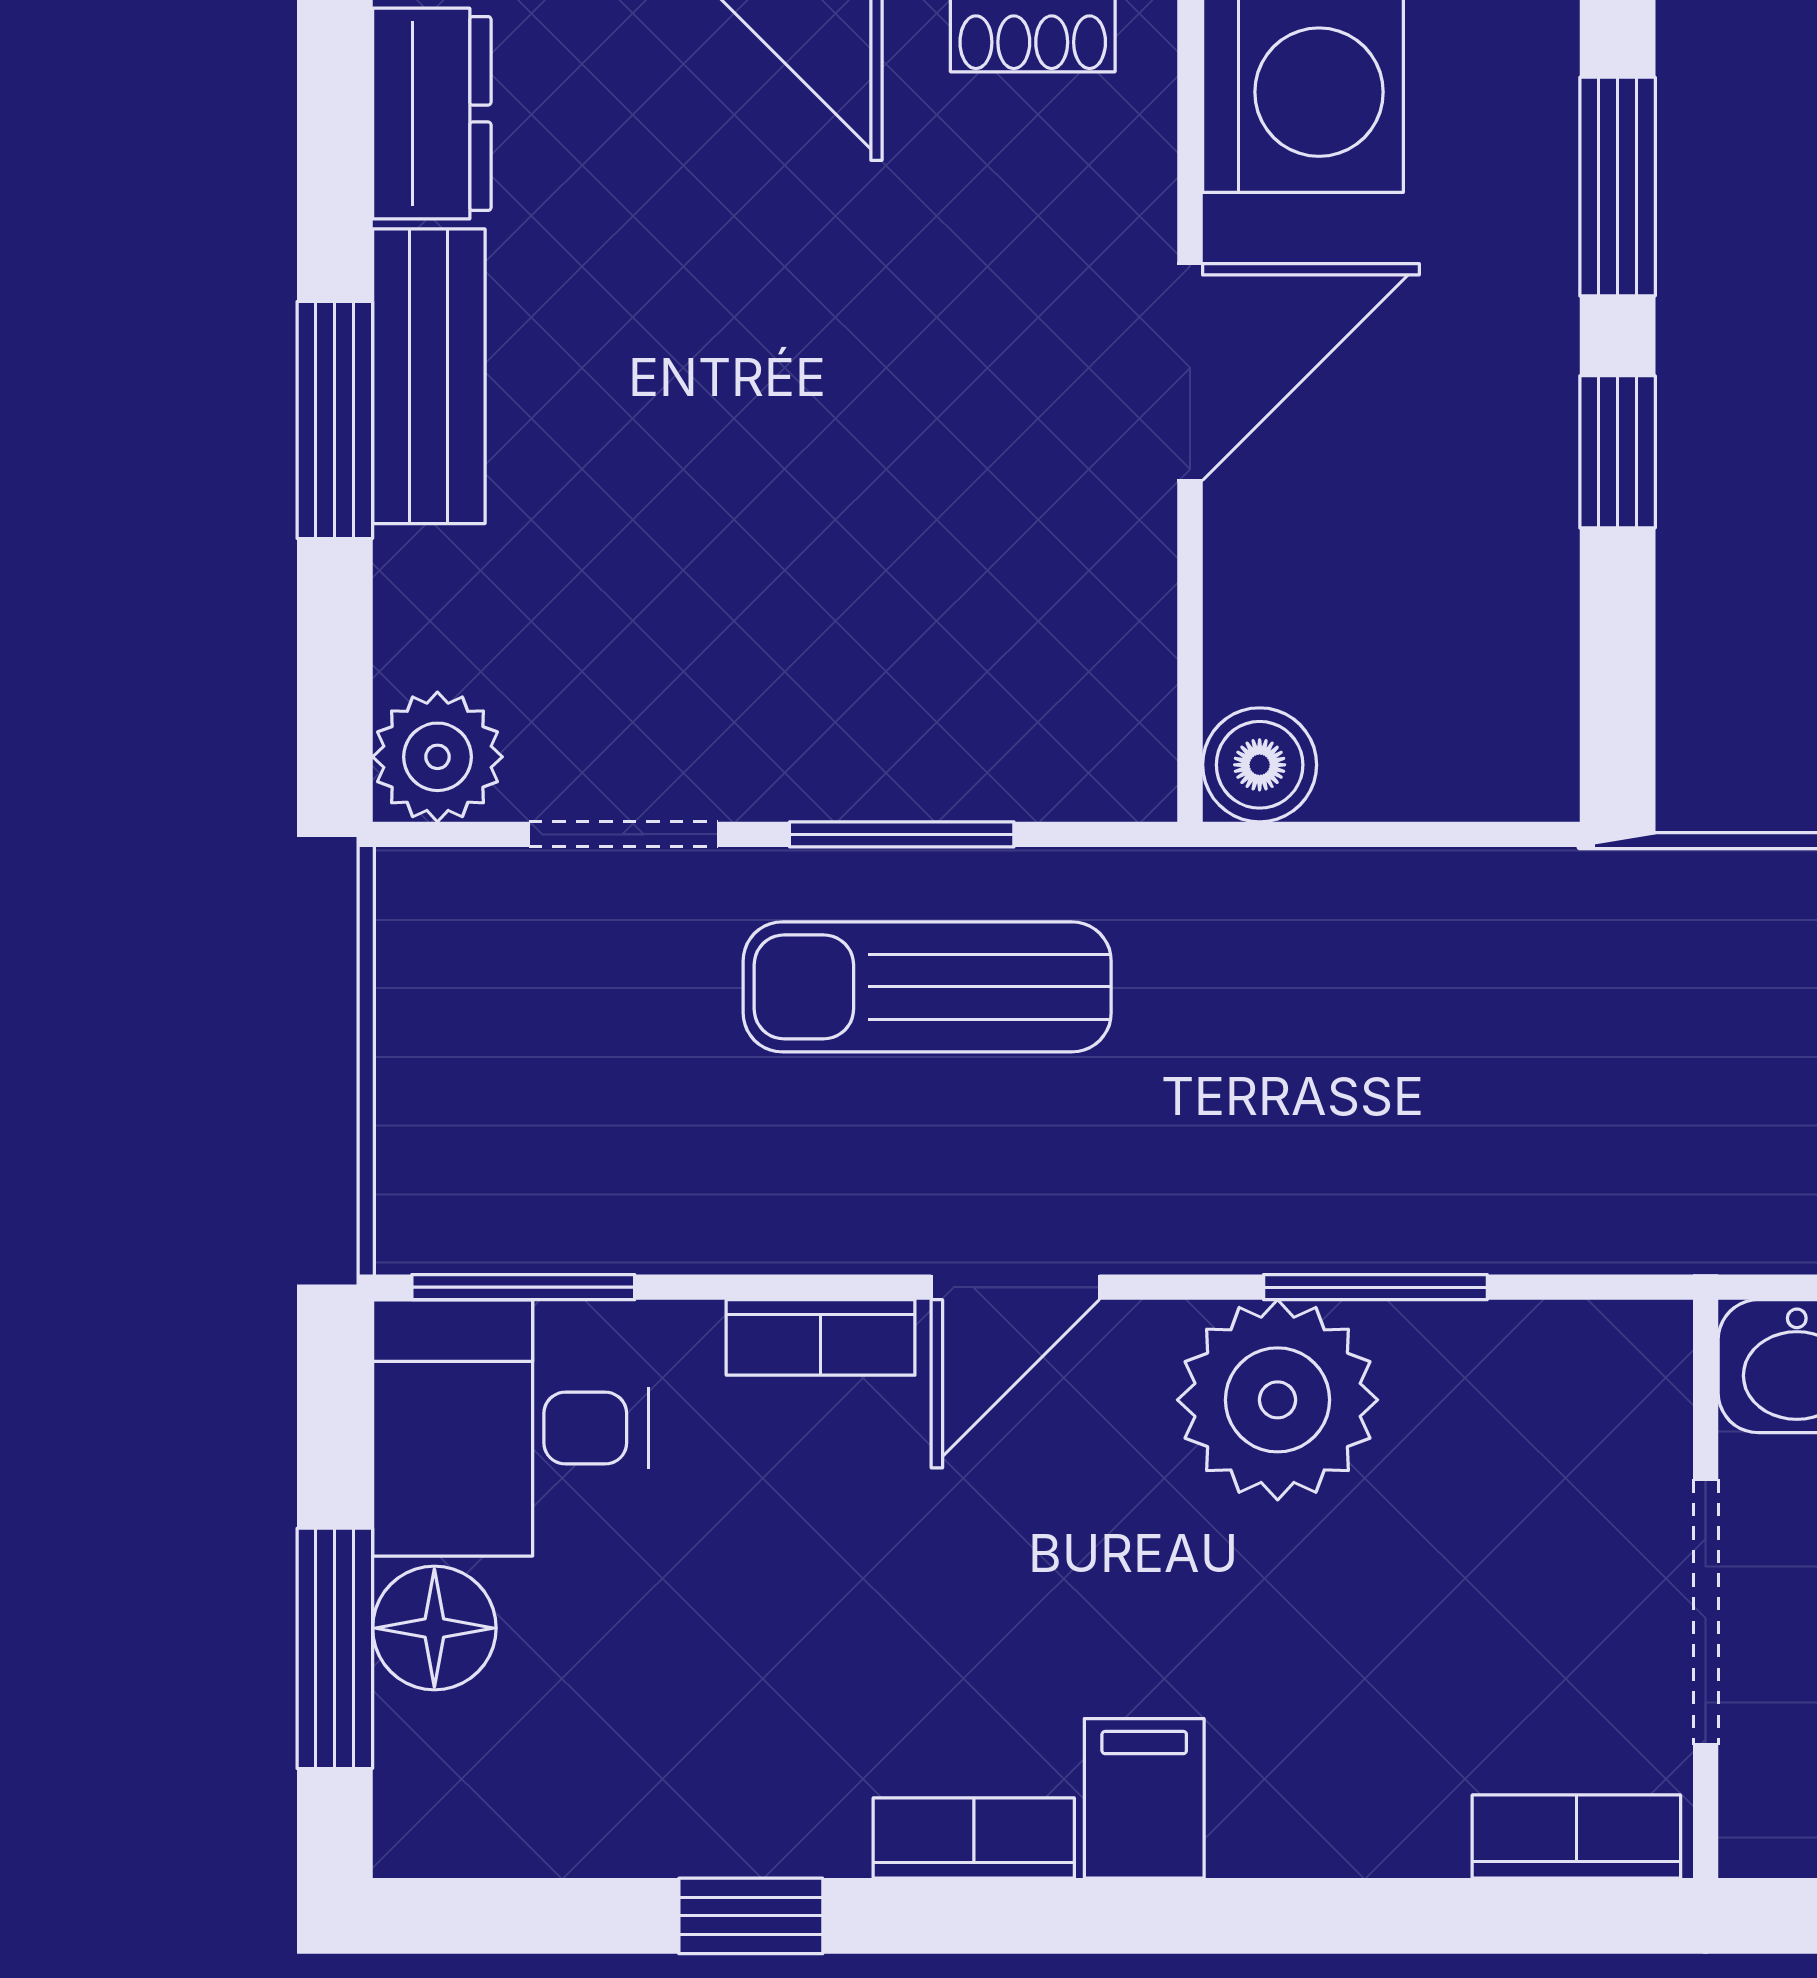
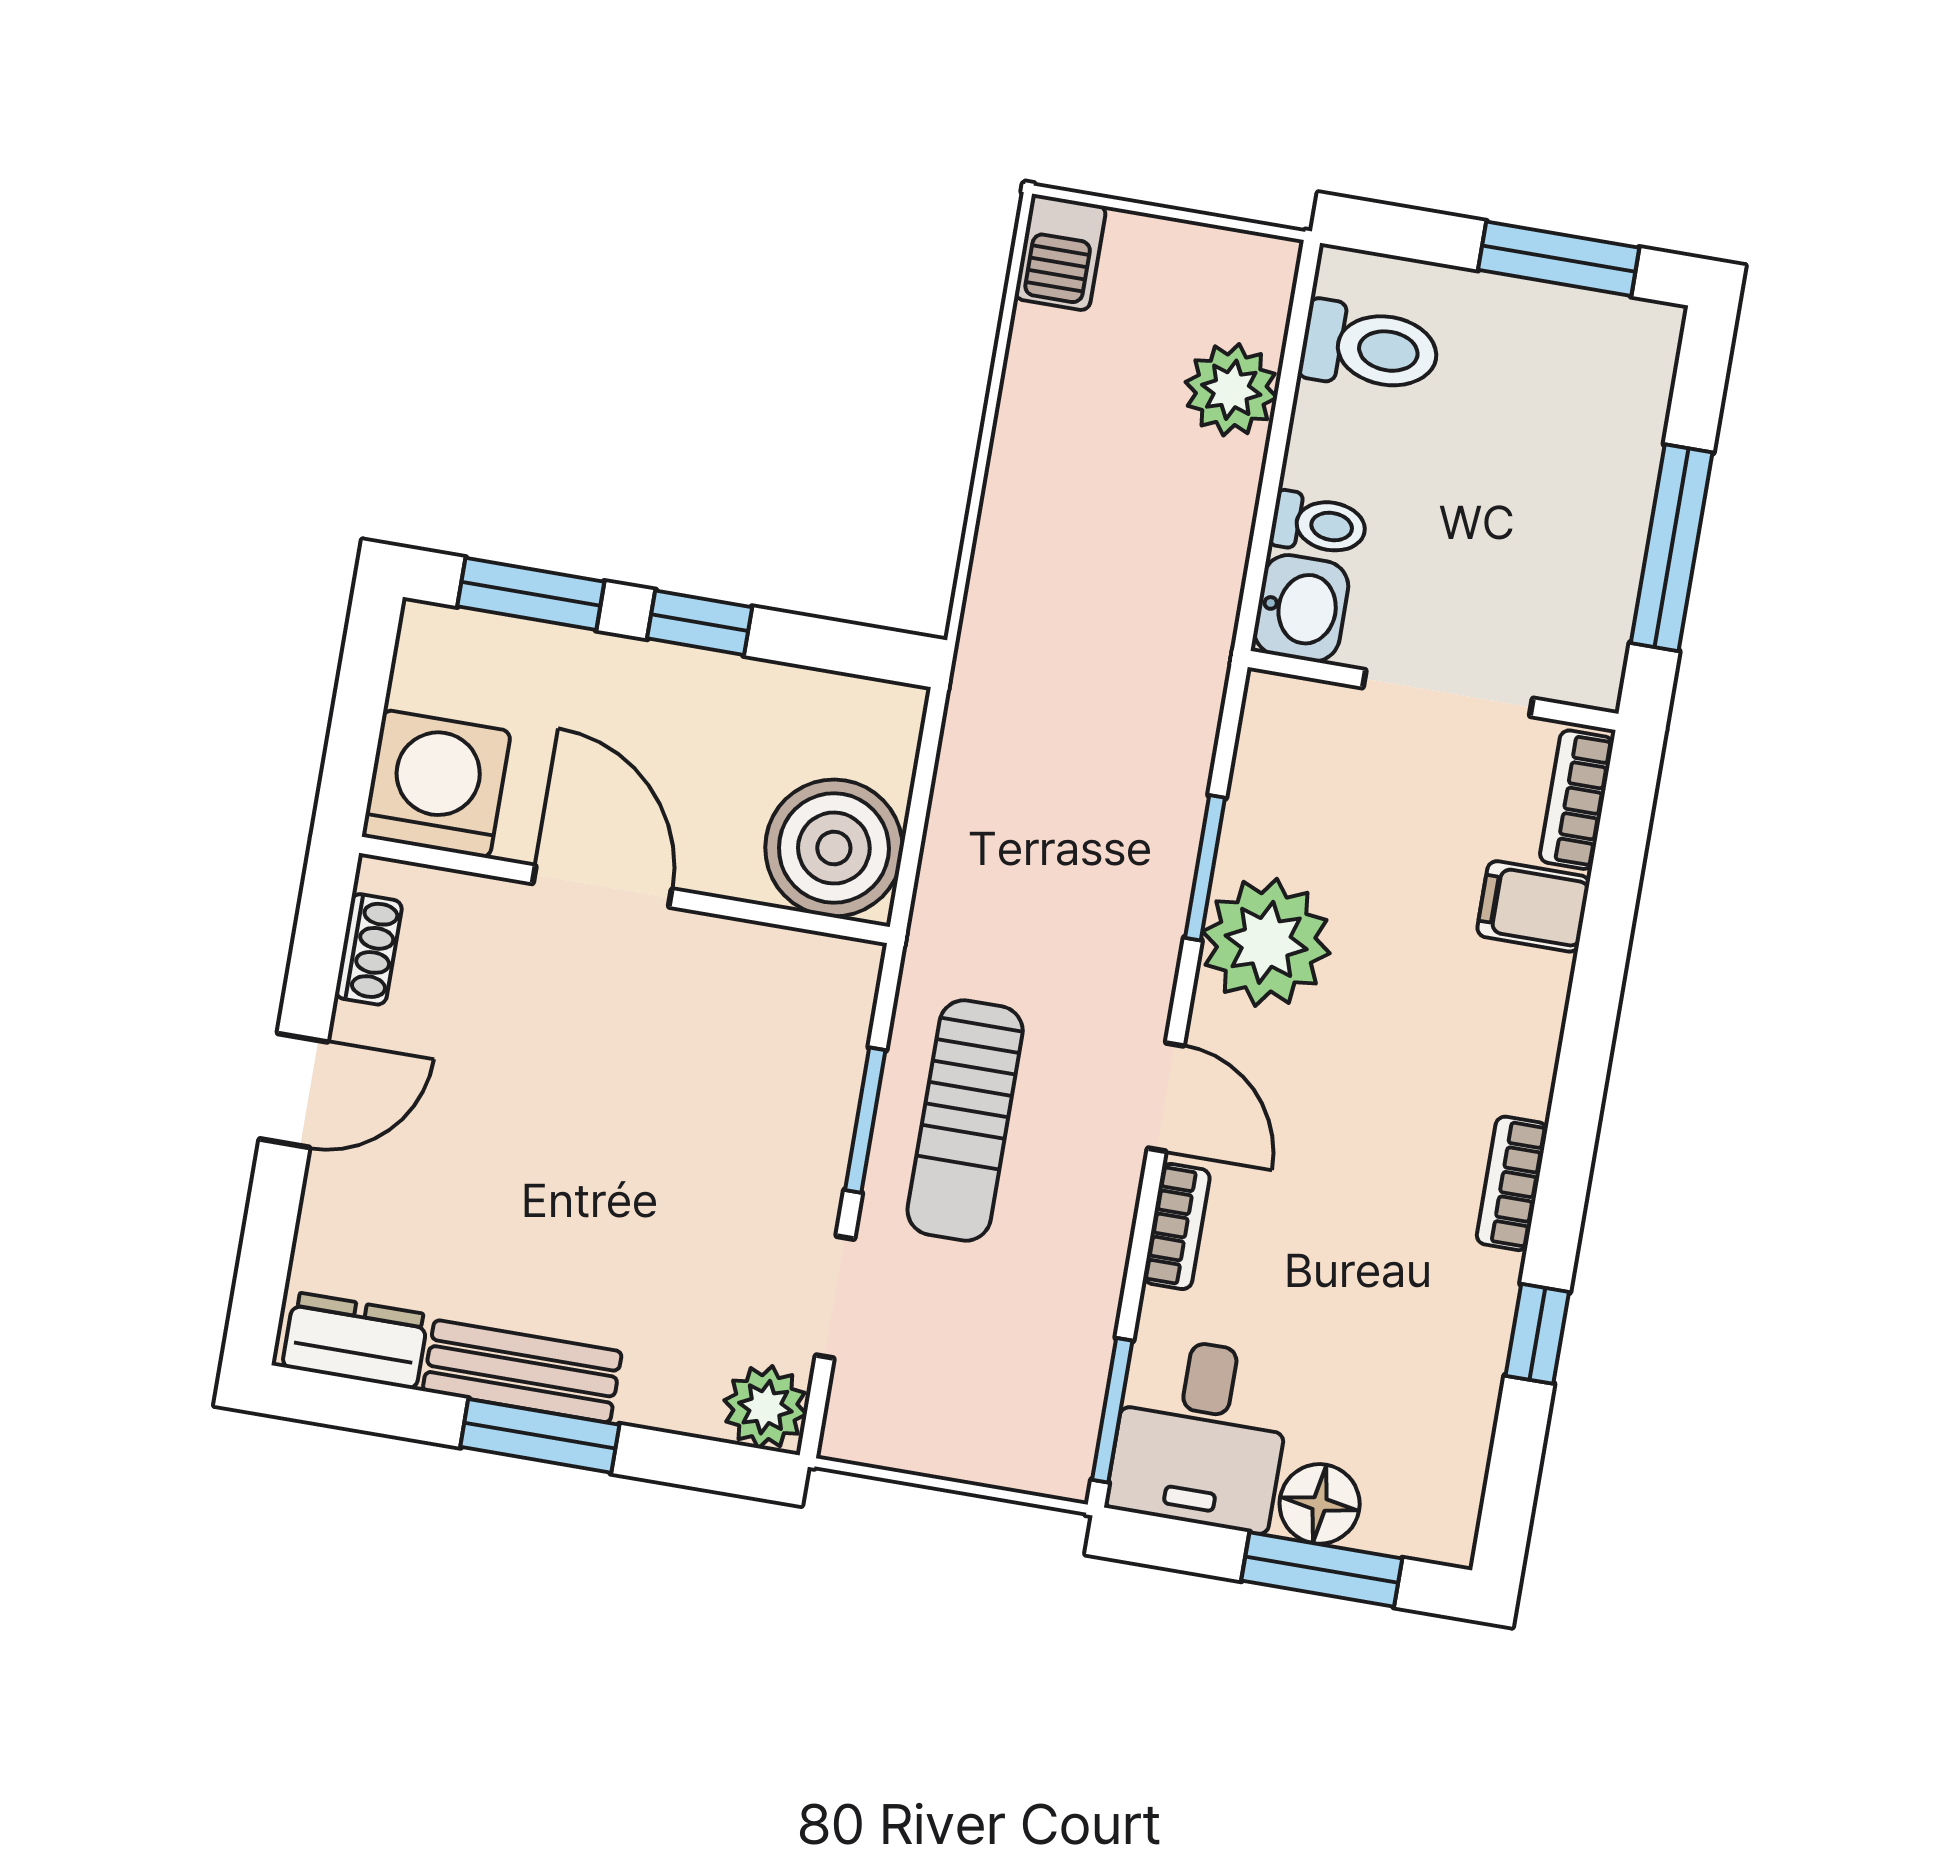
boiler: (1260, 765) -> (834, 848), width x1.86, depth x1.86
filing cabinet: (1144, 1798) -> (1533, 906), moved

